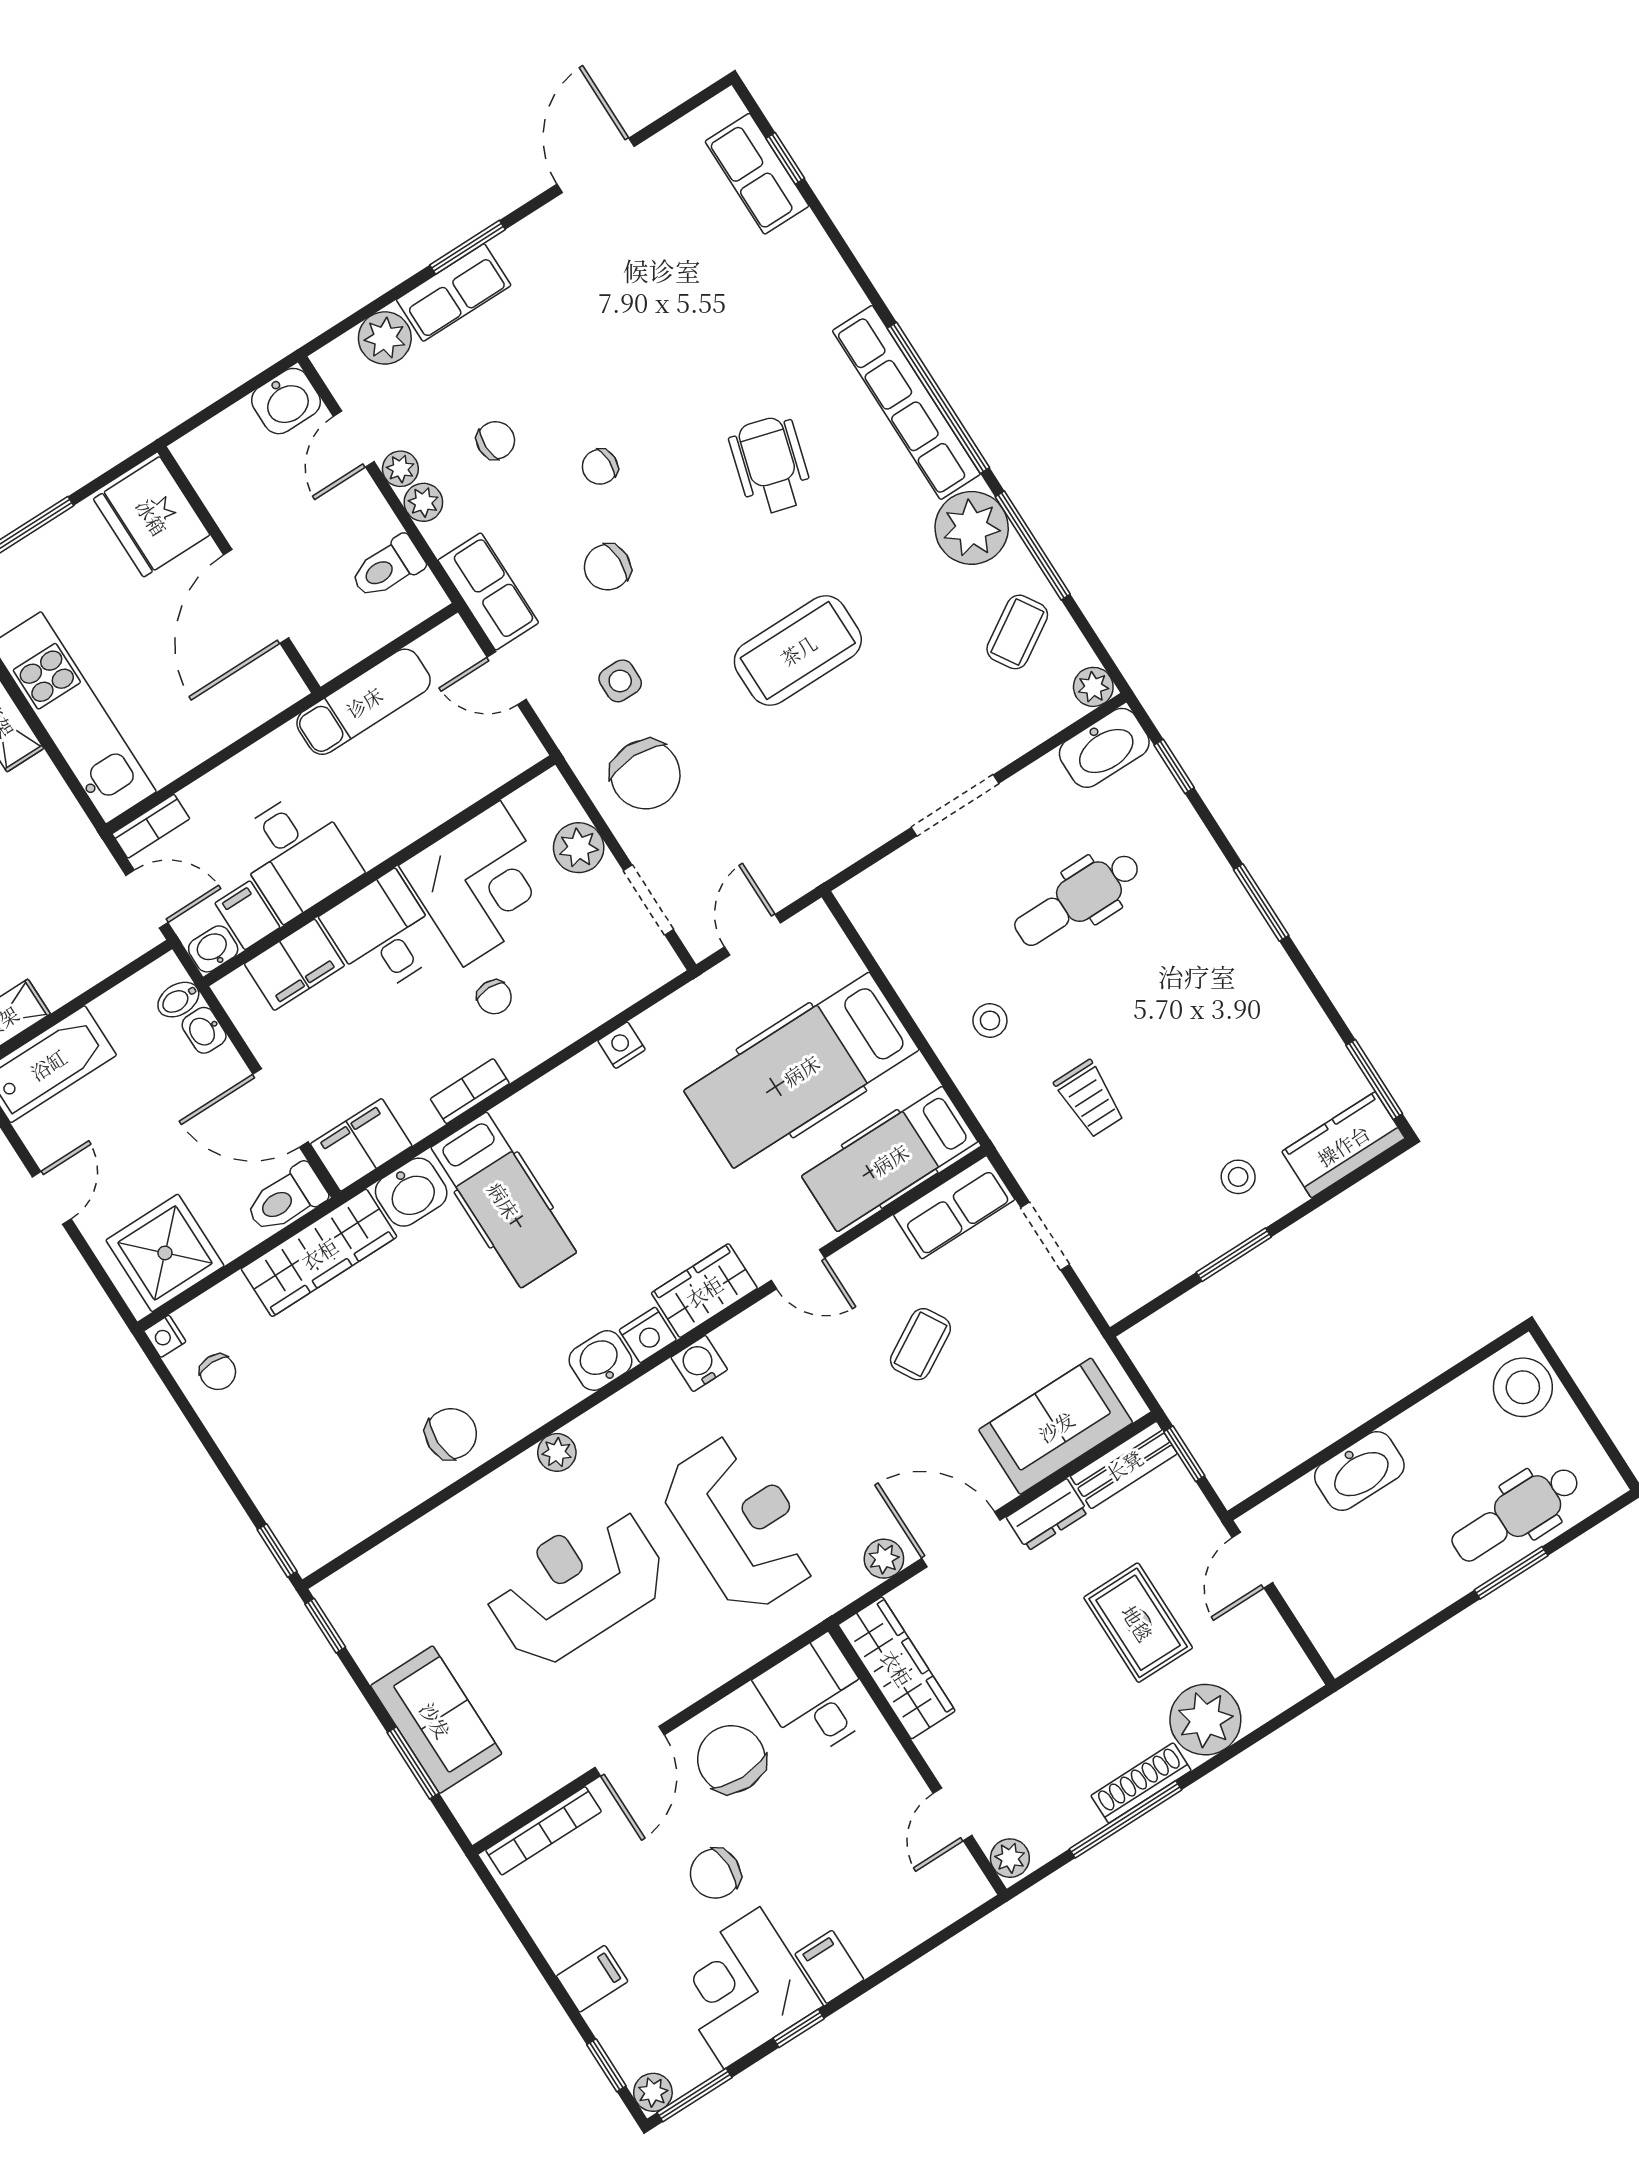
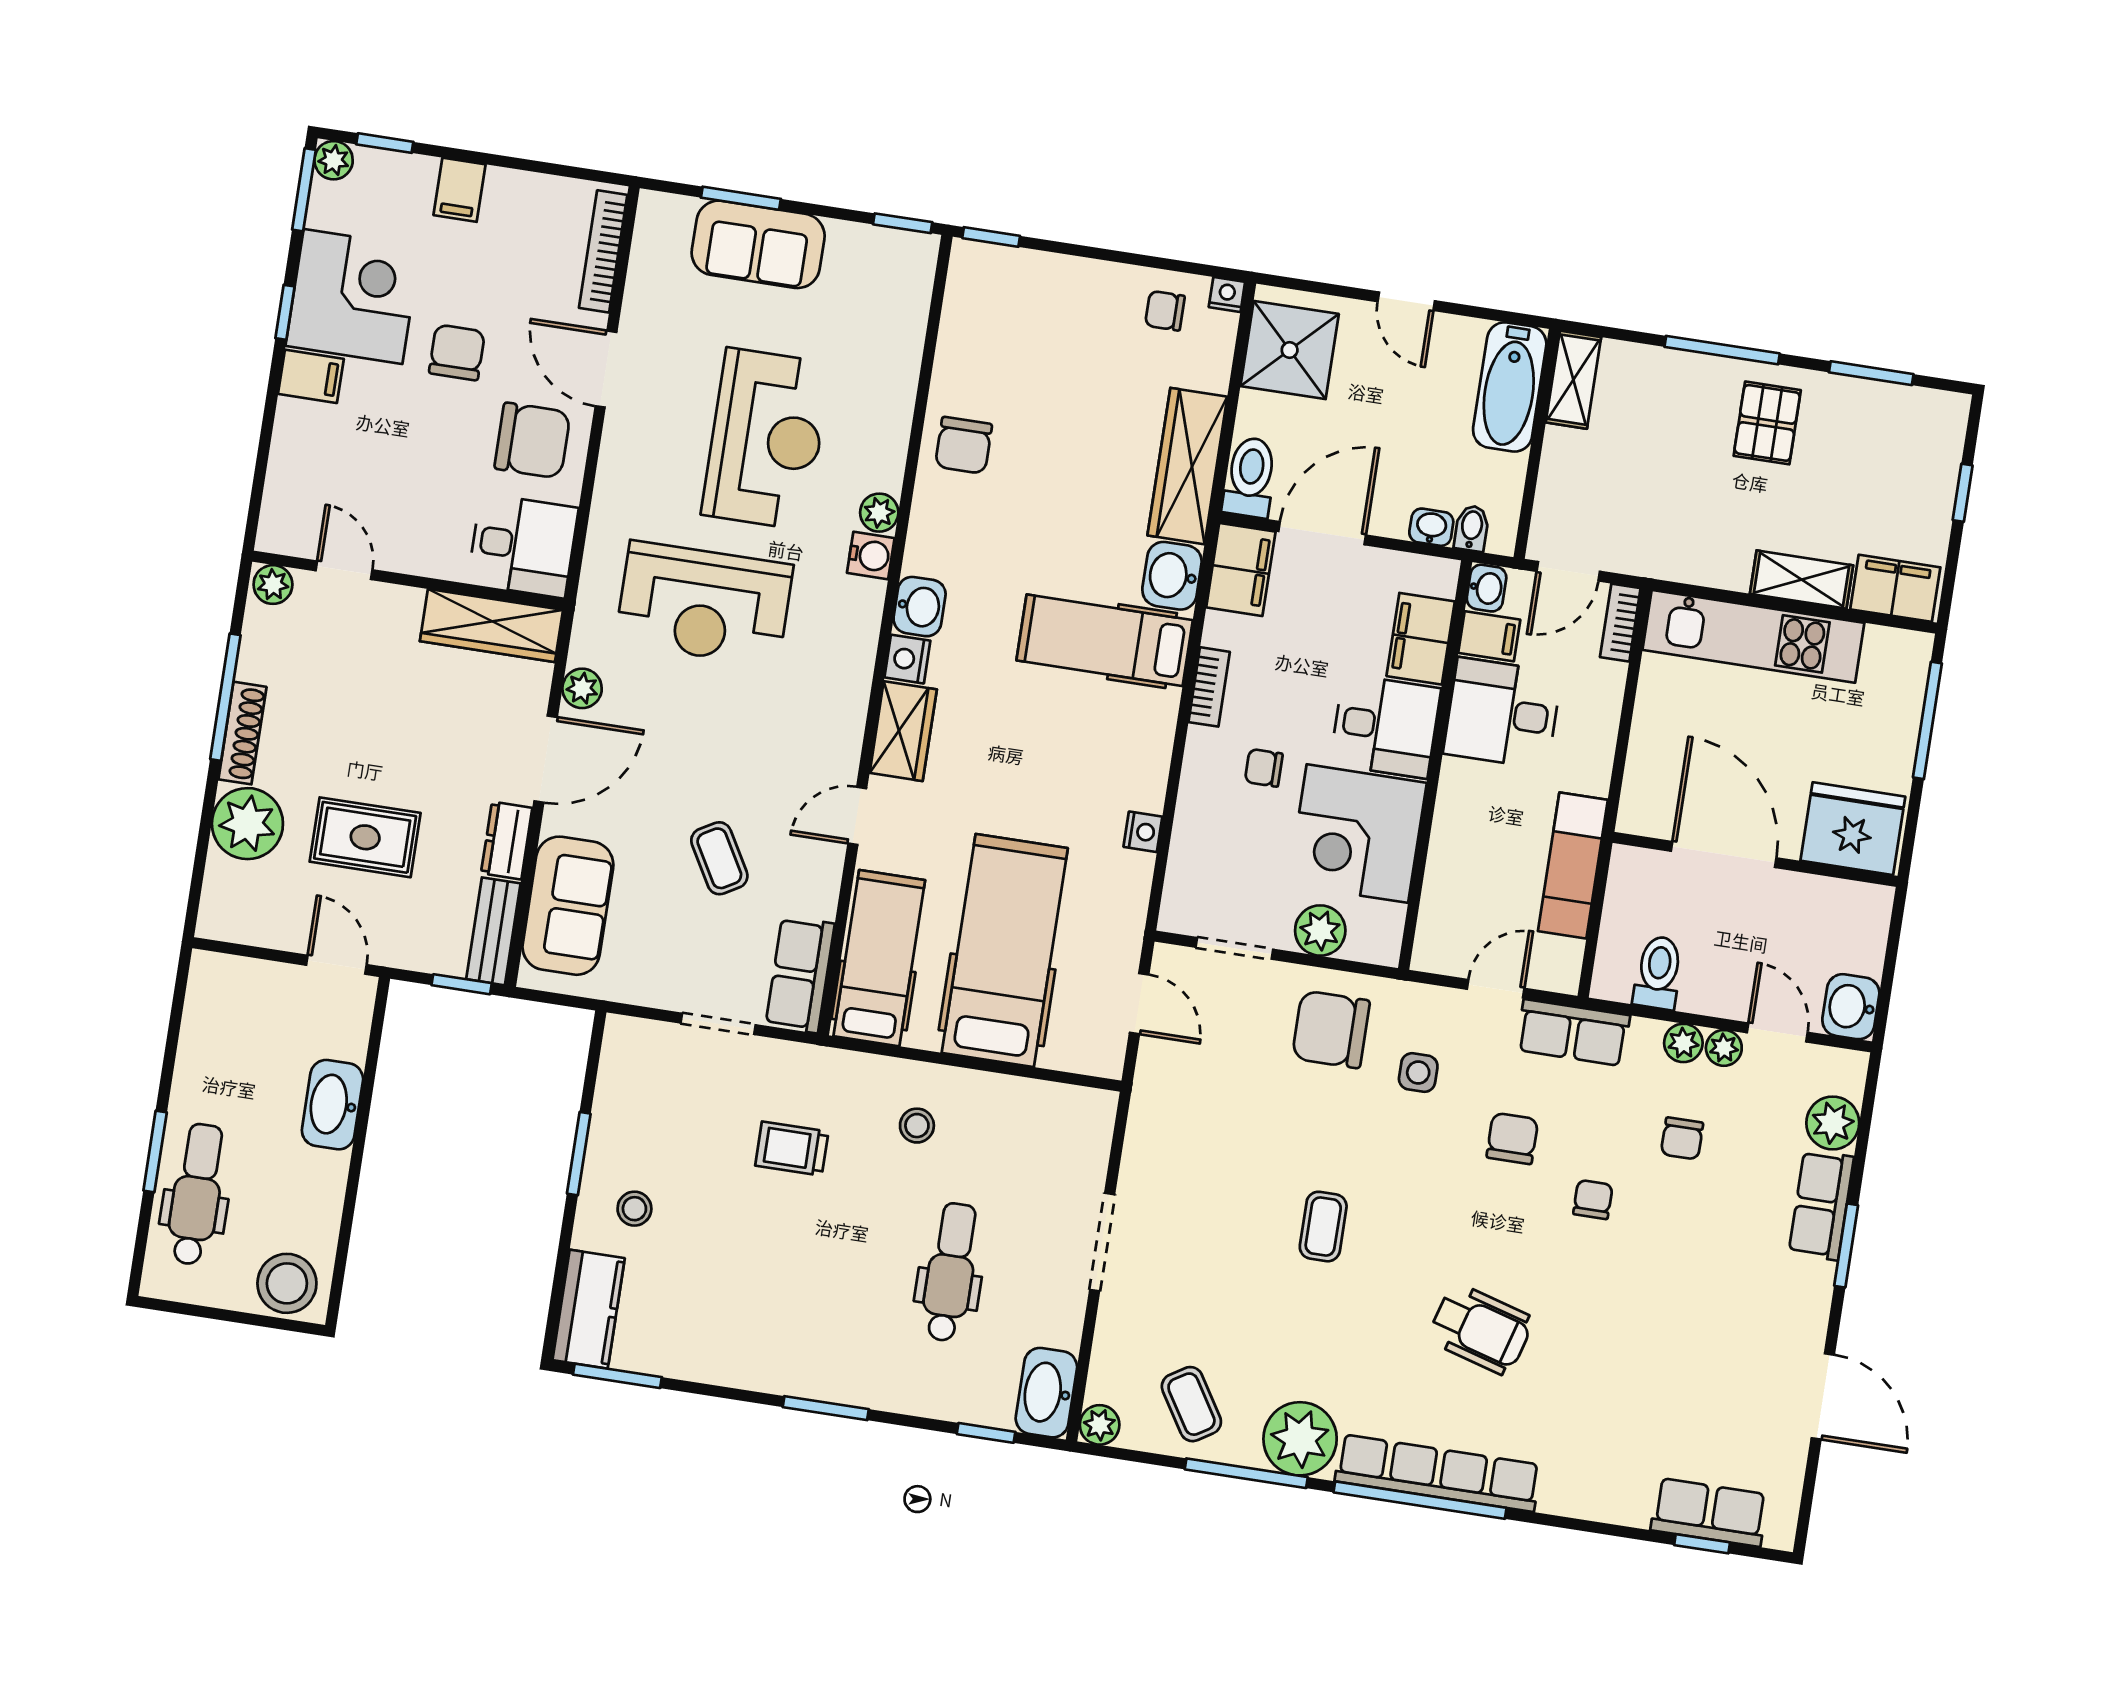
coffee table: (798, 650) -> (1323, 1227), width x0.54, depth x0.58
water cooler: (699, 1363) -> (871, 555), moved

